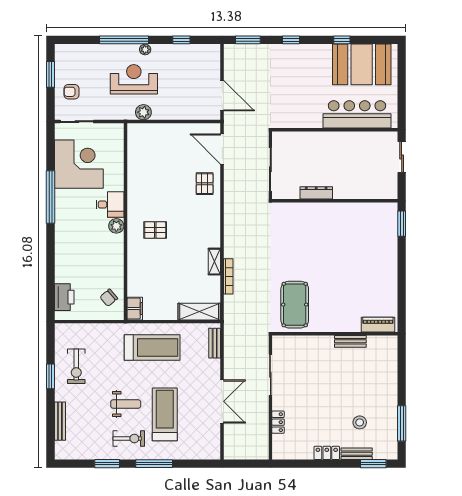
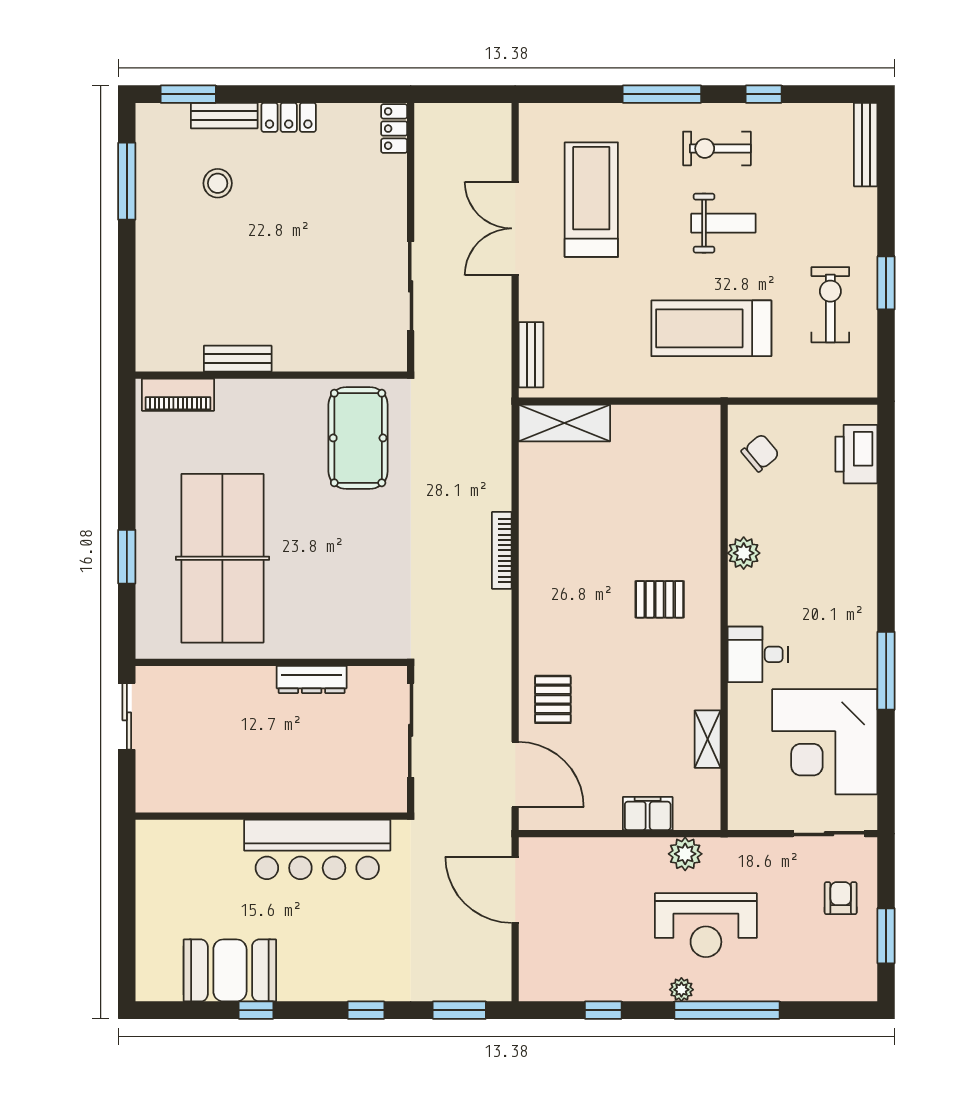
booth: (362, 64) -> (230, 970), width x0.73, depth x0.70
armchair: (71, 92) -> (841, 898), turned -90
bar counter: (357, 114) -> (317, 849), moved
sliding door: (402, 157) -> (127, 716), moved
window: (50, 197) -> (886, 671), width x0.68
window: (402, 224) -> (127, 557), moved
plant: (116, 226) -> (744, 553), moved
table tennis table: (357, 249) -> (222, 558), added
shelving: (214, 262) -> (708, 739), moved
bookcase: (228, 276) -> (502, 550), moved
filing cabinet: (135, 309) -> (648, 814), moved, turned 90
treadmill: (152, 347) -> (711, 328), moved
weight bench: (126, 404) -> (723, 223), turned 180
treadmill: (165, 414) -> (591, 200), moved, turned 180
bench: (60, 421) -> (866, 145), moved
locker: (278, 422) -> (394, 129), moved
window: (107, 464) -> (764, 94), width x0.67

